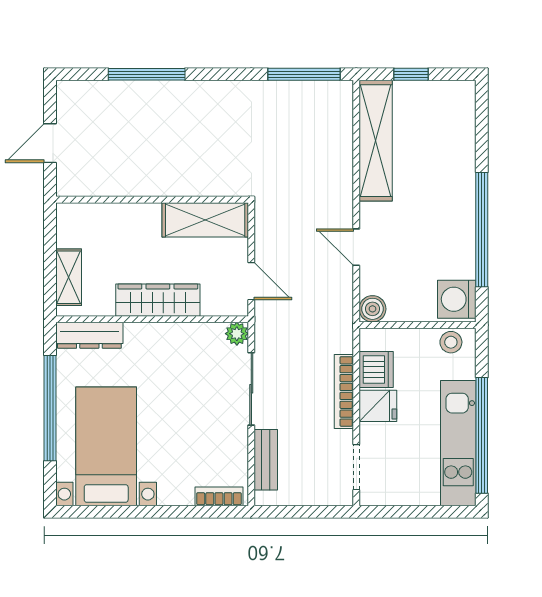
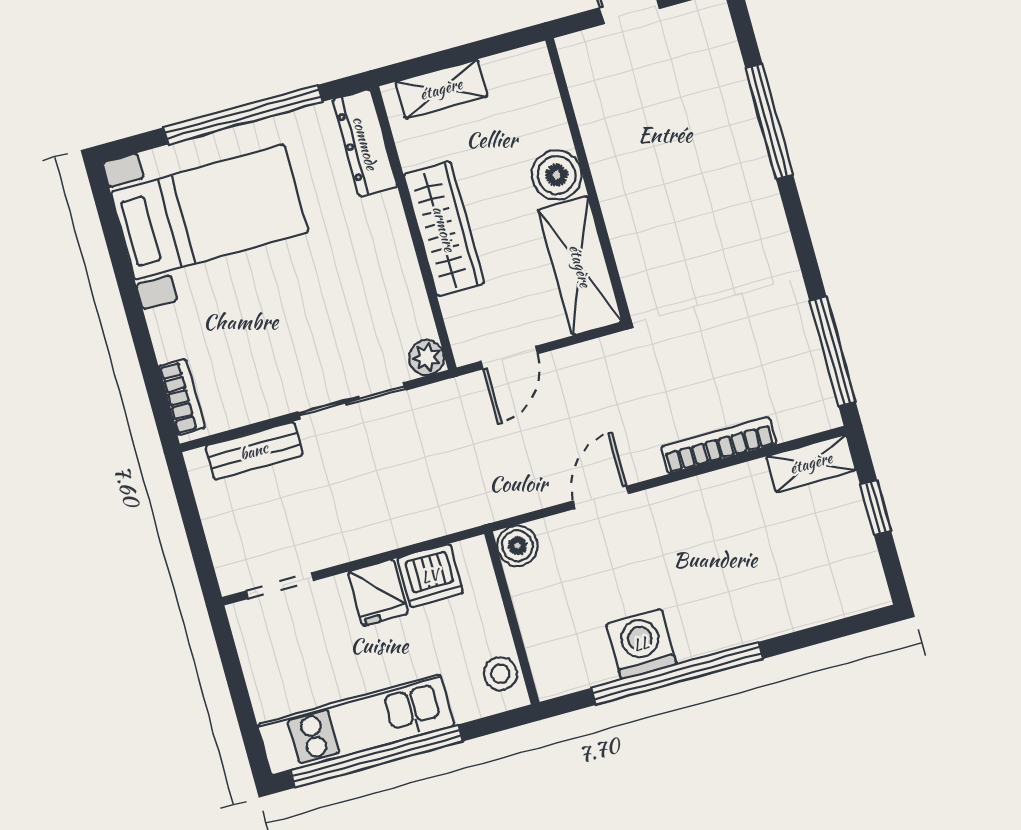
shelving: (376, 141) -> (811, 463), width x0.45, depth x0.75
boiler: (143, 219) -> (557, 175), added
washing machine: (457, 299) -> (641, 644), moved
bookcase: (344, 391) -> (719, 445), moved

